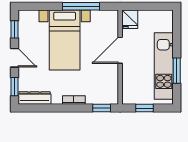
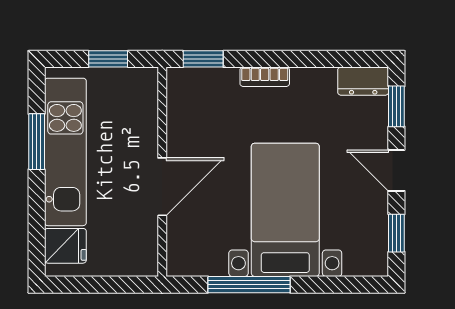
fridge: (130, 19) -> (65, 246), moved, turned 90
dresser: (34, 98) -> (363, 81), width x0.70

